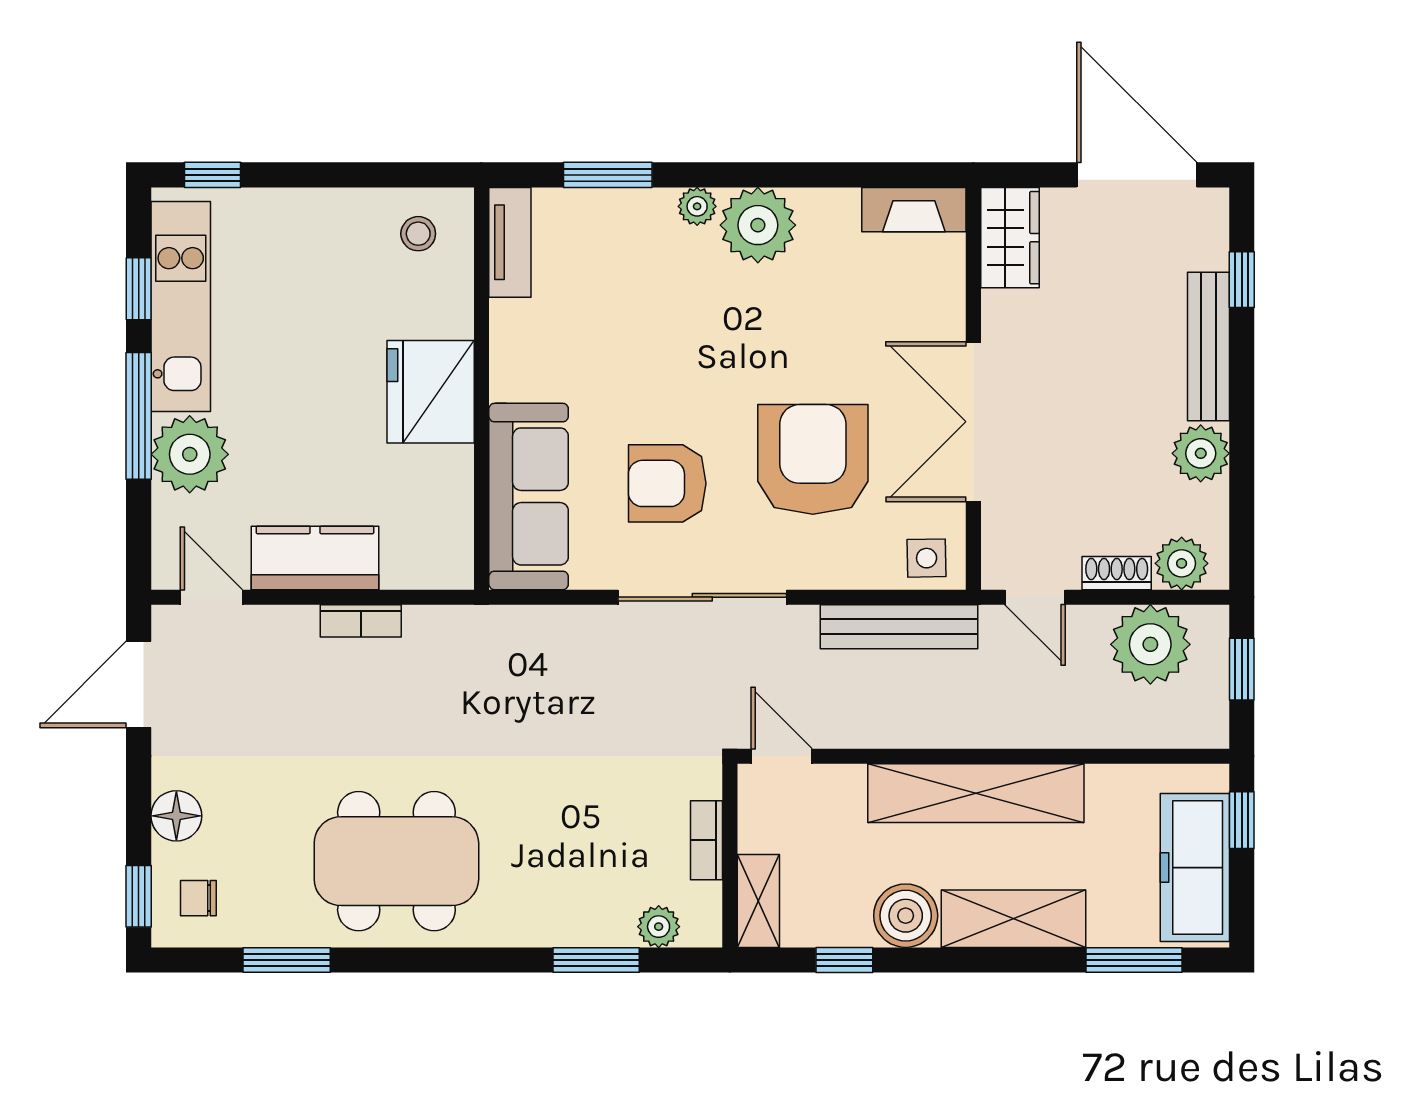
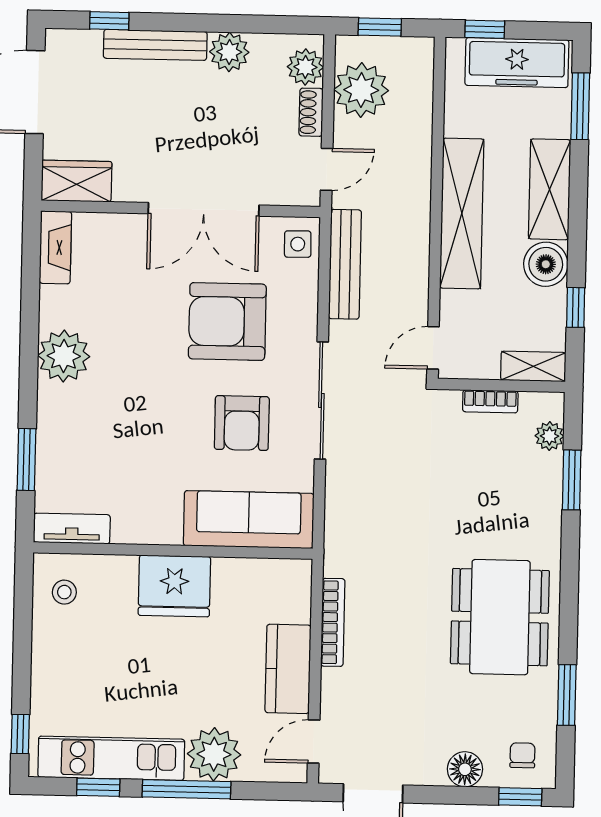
plant: (697, 206) -> (50, 398), removed
bookcase: (361, 621) -> (333, 622), width x1.56
chair: (198, 898) -> (522, 755), turned 180

